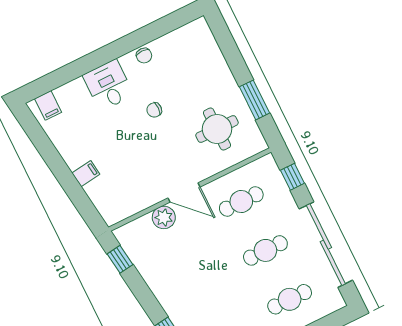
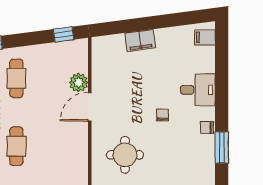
window: (158, 29) -> (222, 148), added
filing cabinet: (86, 174) -> (140, 40), width x2.00
cafe table: (241, 202) -> (16, 78), moved

